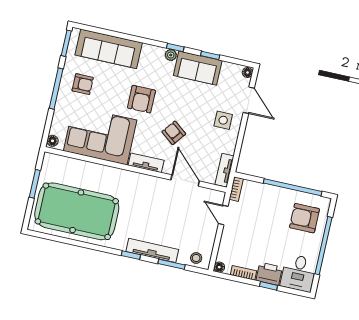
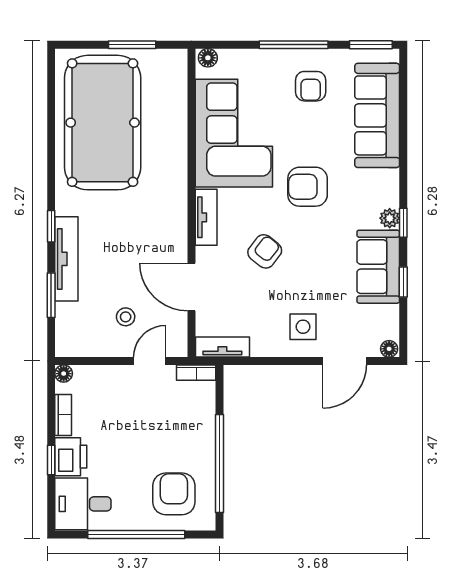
door: (185, 181) -> (191, 287), swing flipped
stool: (196, 258) -> (126, 317), moved

